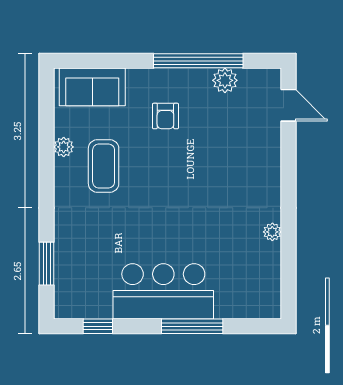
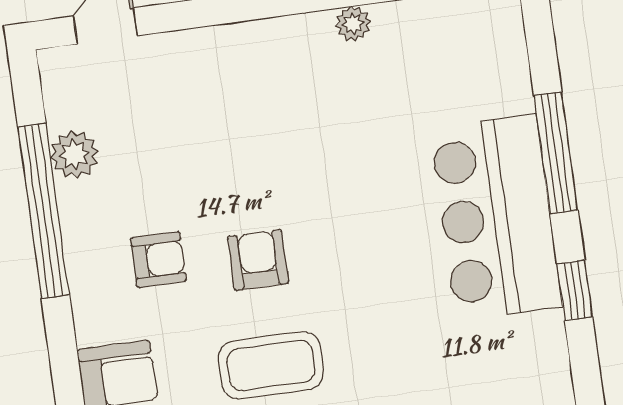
armchair: (158, 167) -> (258, 260), added
window: (98, 326) -> (575, 290), moved

